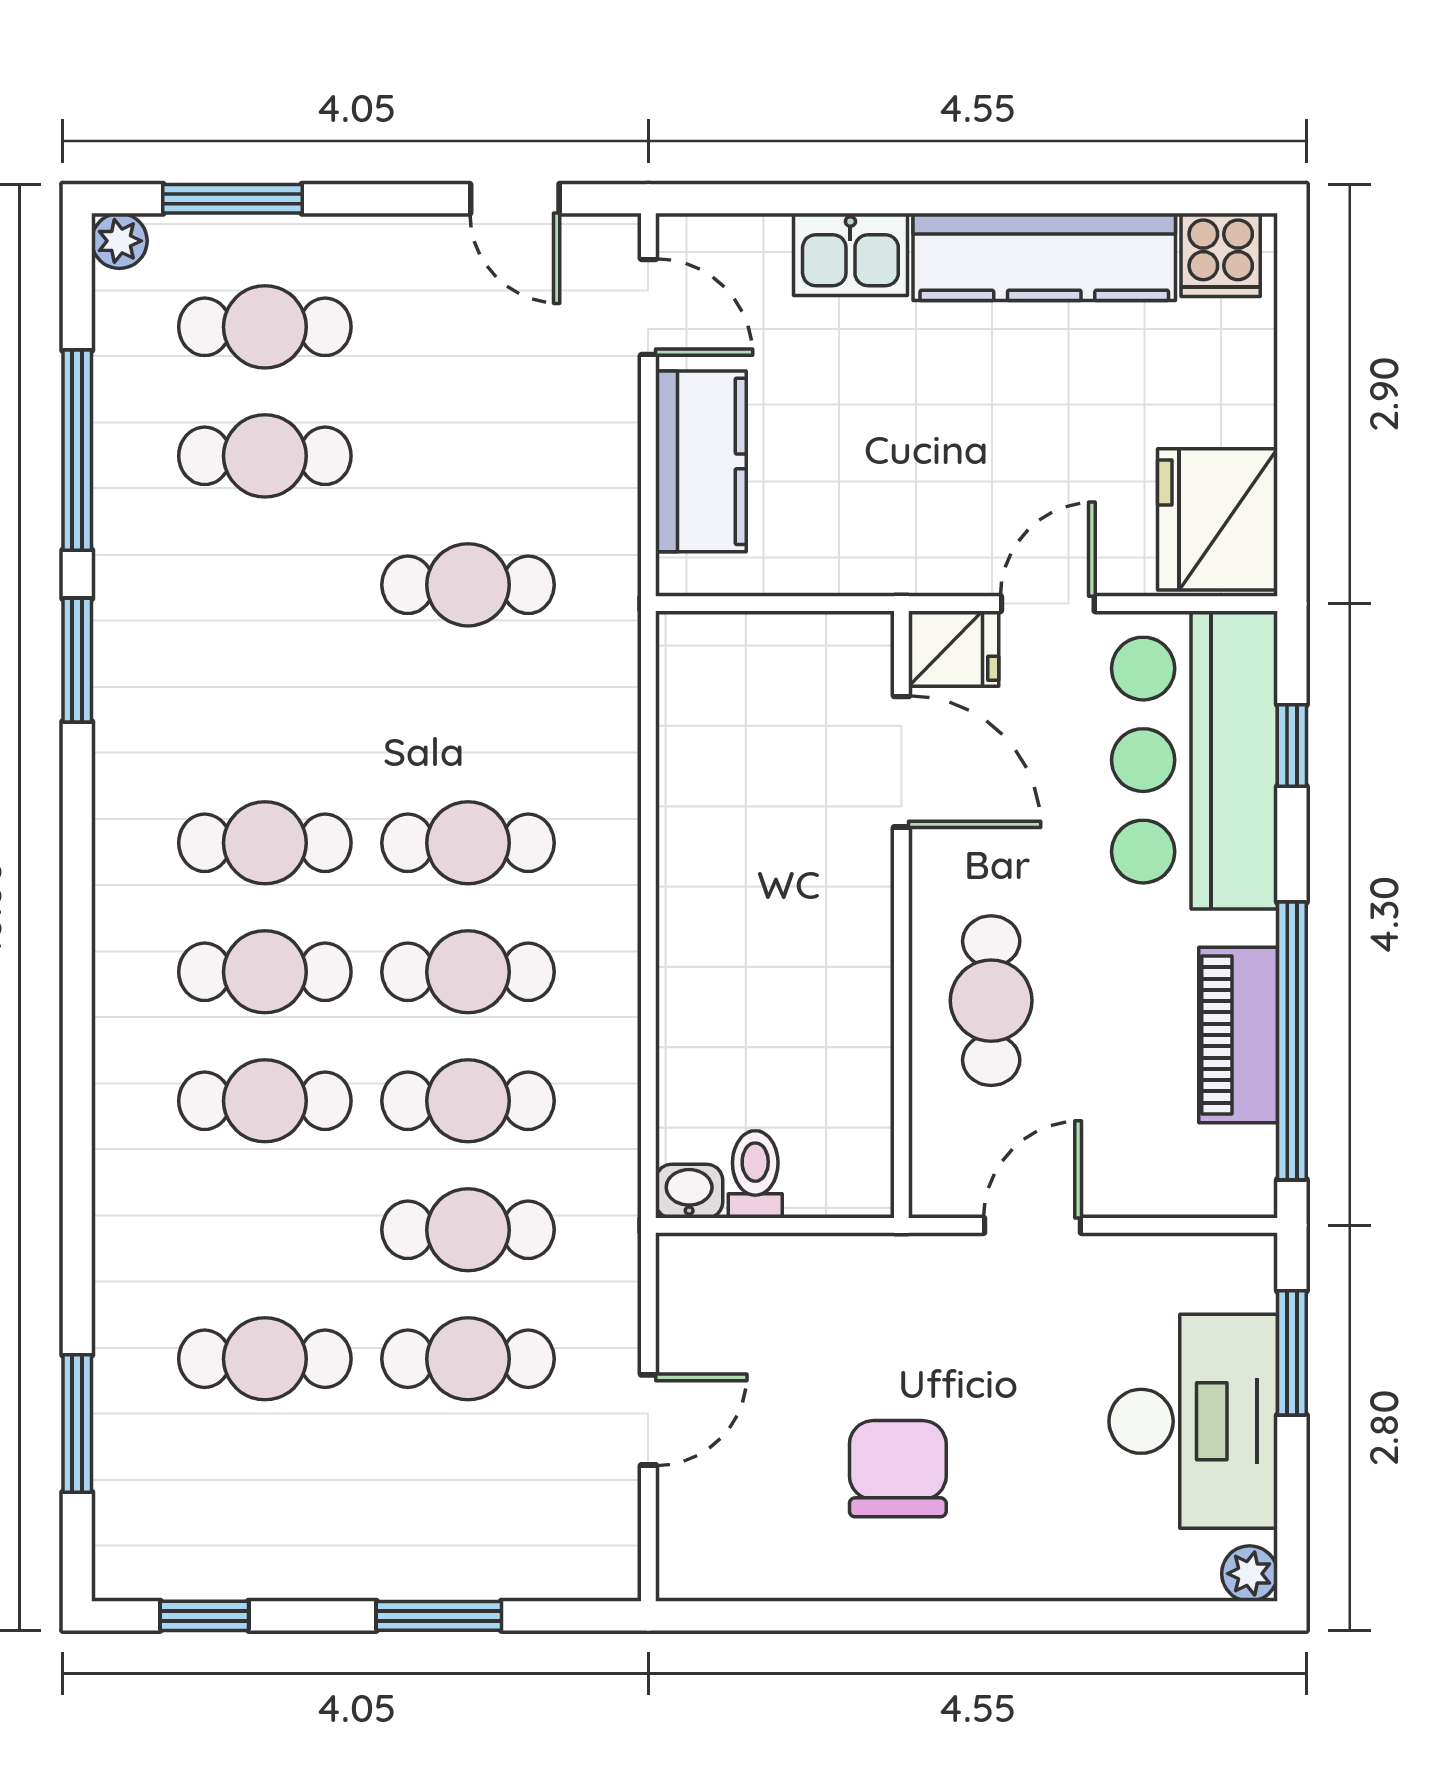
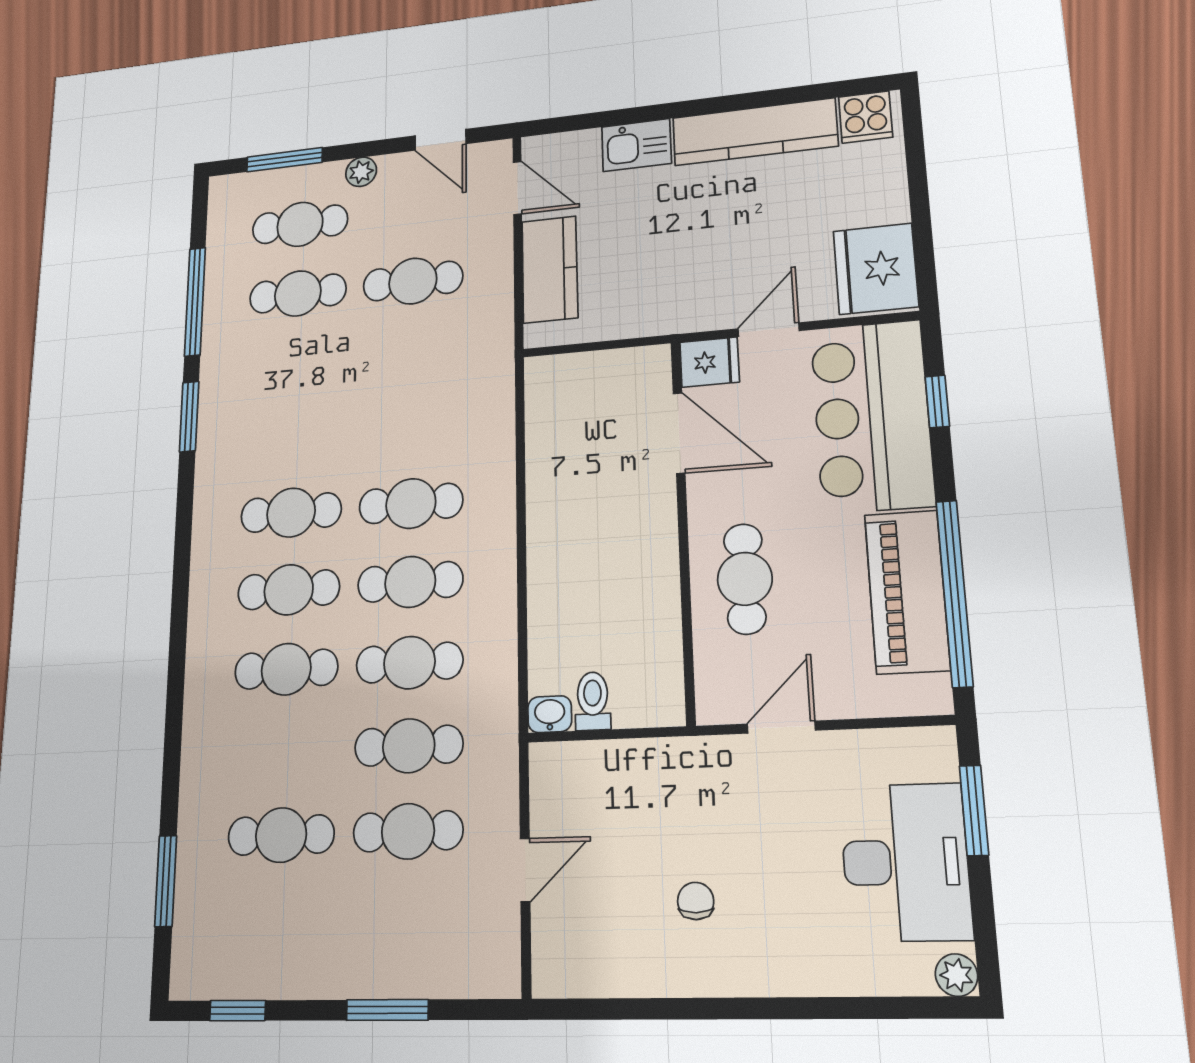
plant: (119, 241) -> (361, 172), moved
cafe table: (468, 585) -> (413, 281), moved
piano: (1238, 1035) -> (907, 592), width x1.37, depth x1.33
chair: (898, 1469) -> (696, 901), width x0.54, depth x0.54

